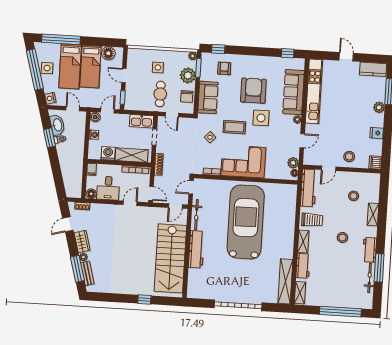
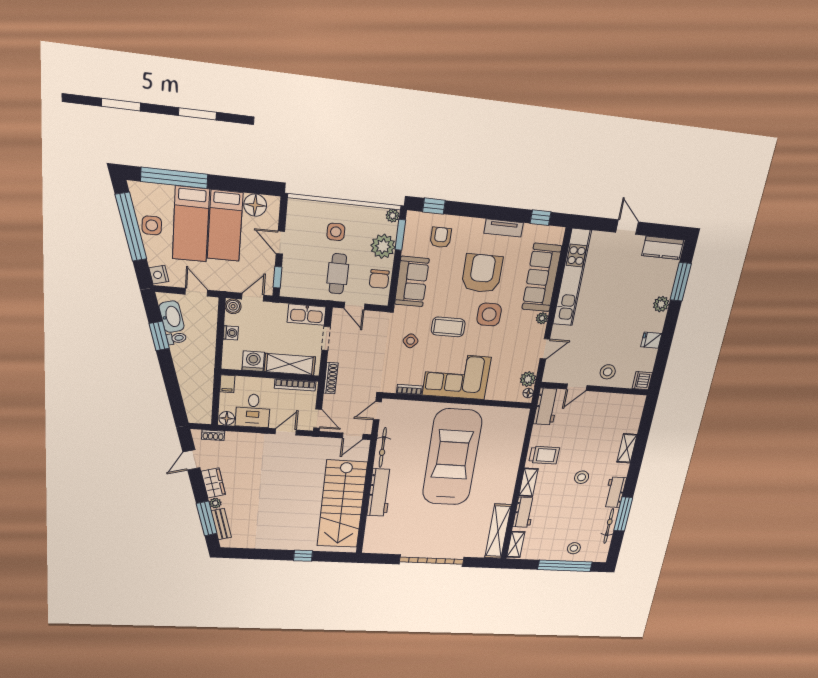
tv unit: (264, 61) -> (504, 228), added
workbench: (308, 188) -> (546, 406), width x0.73
stool: (354, 196) -> (574, 548), moved

